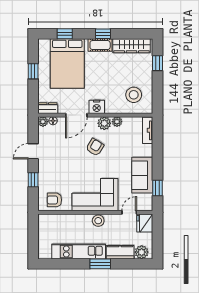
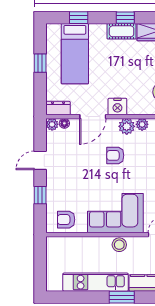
bed: (67, 63) -> (75, 54), width x0.67
armchair: (95, 147) -> (115, 155), turned -121

